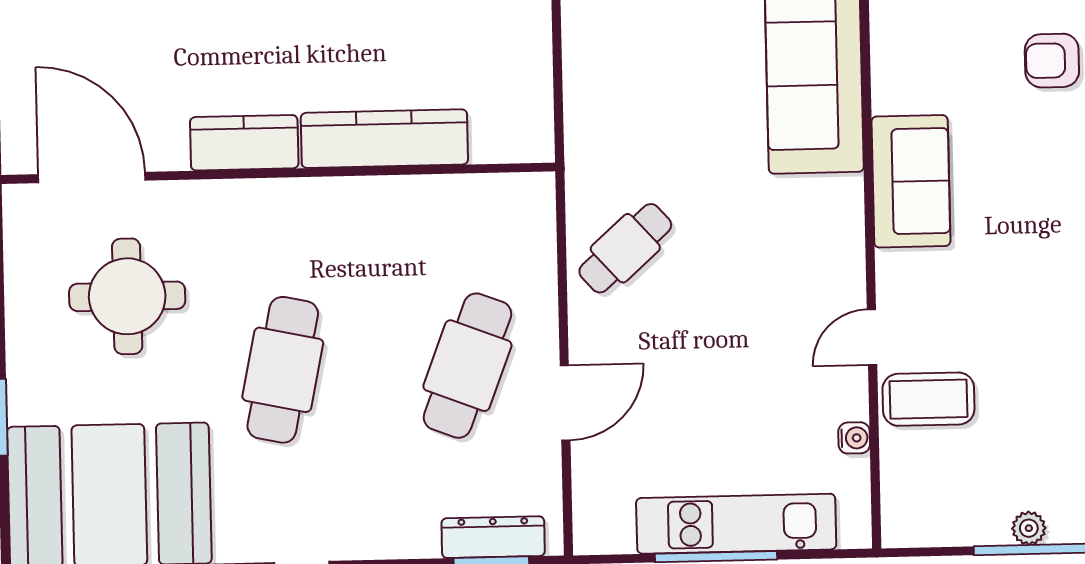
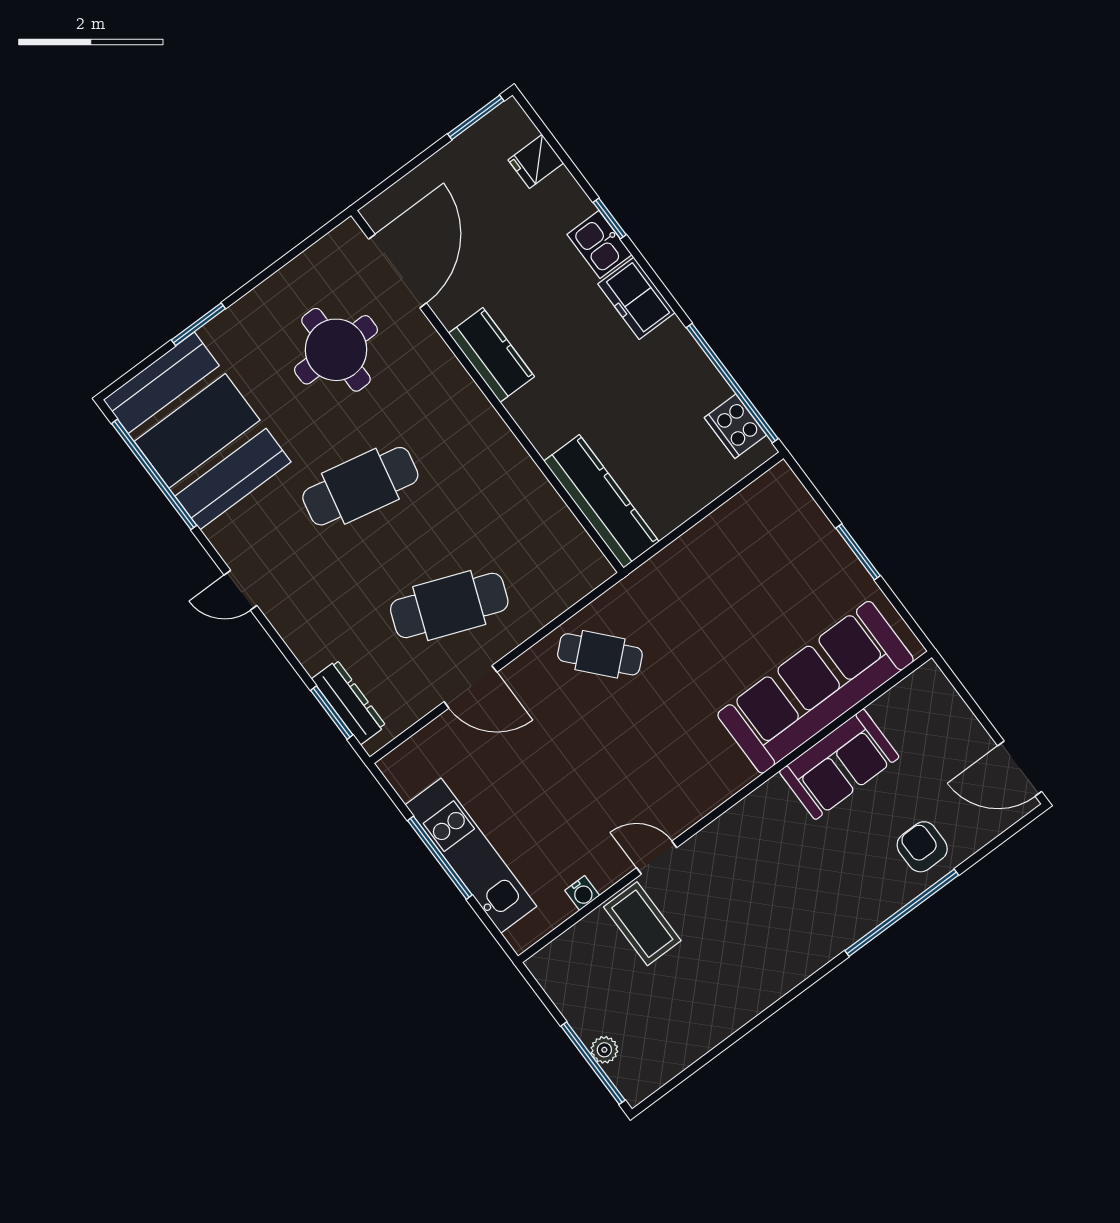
kitchen counter: (384, 139) -> (601, 501), moved
sofa: (911, 181) -> (839, 764), moved

